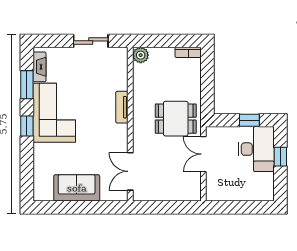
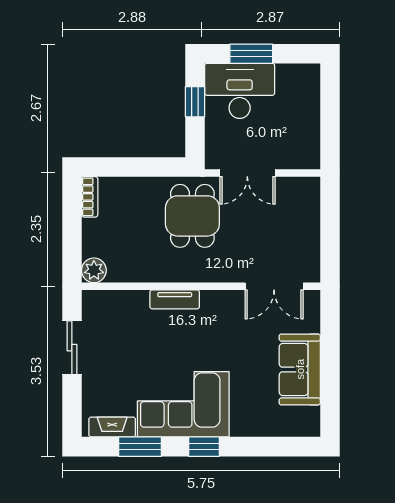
window: (280, 157) -> (251, 54), width x1.50

